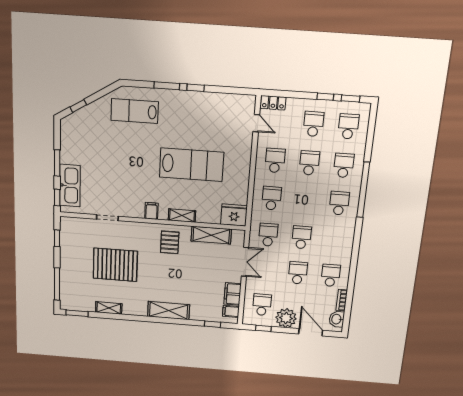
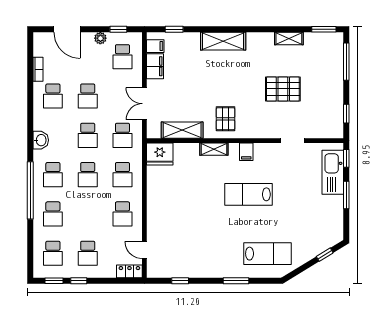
window: (196, 88) -> (180, 281), moved
school desk: (309, 163) -> (88, 175), moved
lab bench: (192, 165) -> (248, 194), moved, width x0.73, depth x0.72
pallet: (115, 265) -> (283, 89), width x0.73, depth x0.71
plant: (286, 318) -> (100, 38), width x0.53, depth x0.53
washbasin: (337, 319) -> (41, 140), moved

